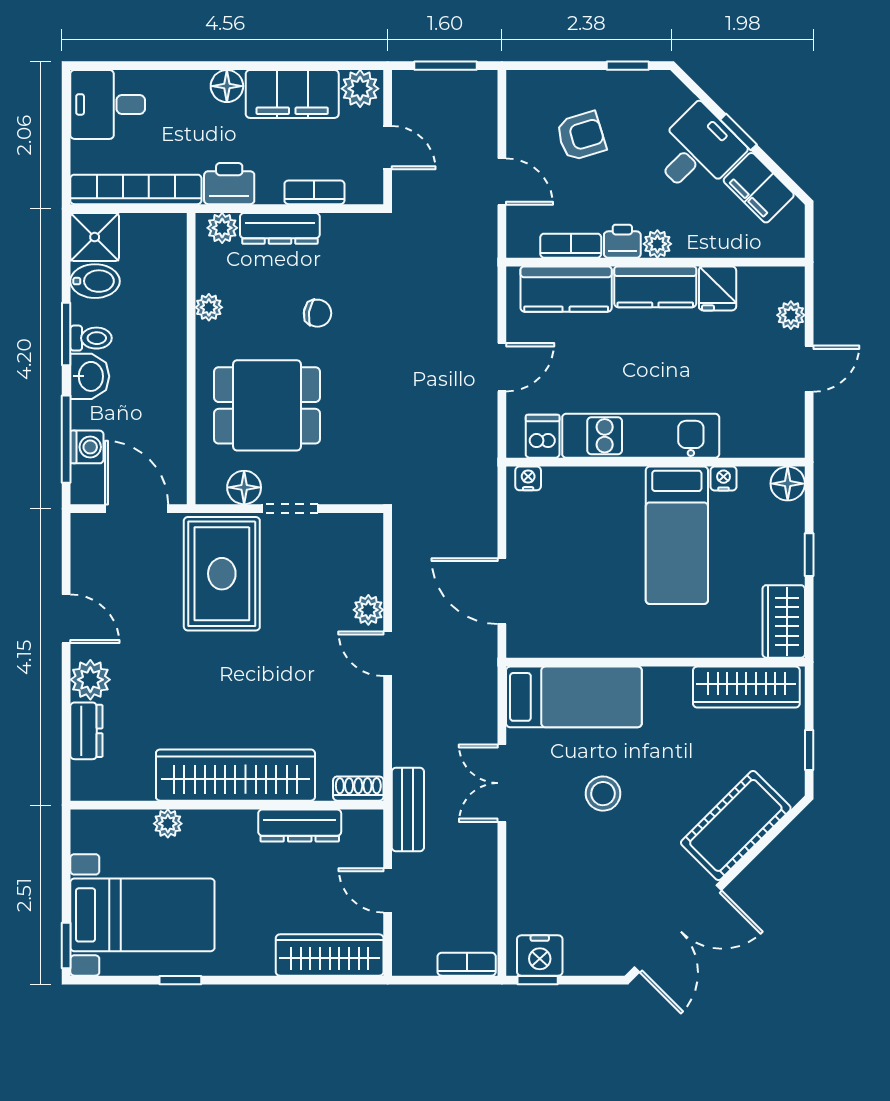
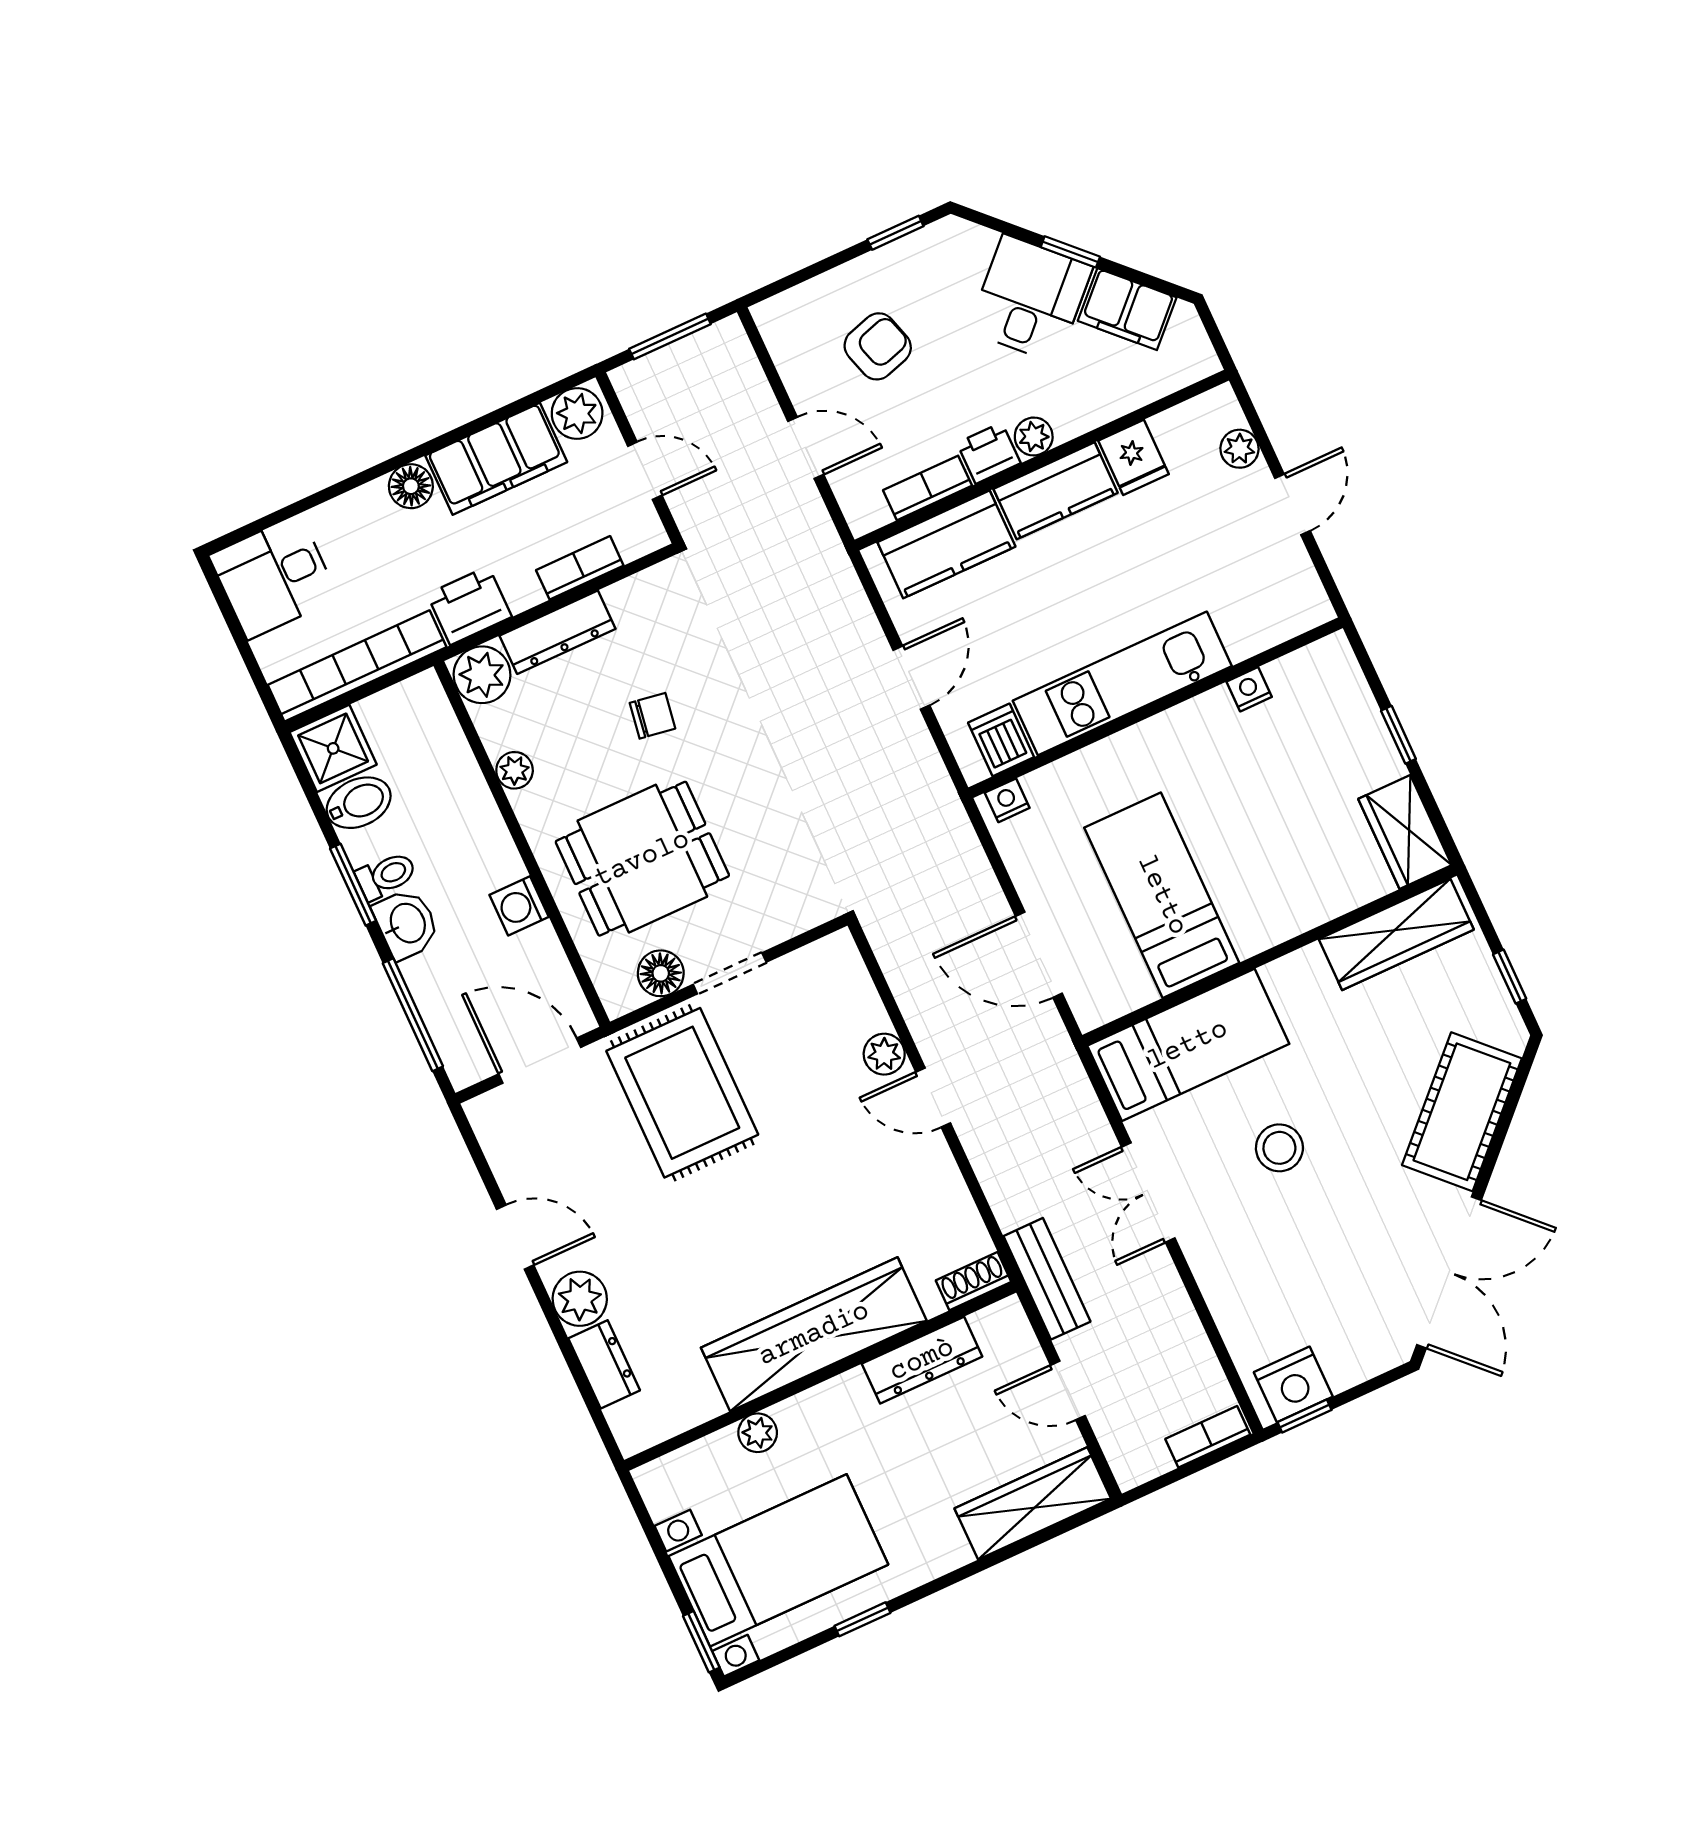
plant: (222, 228) -> (482, 675), width x1.38, depth x1.38
washing machine: (87, 447) -> (519, 906), moved, turned 180
floor lamp: (788, 484) -> (1331, 659), removed
bed: (677, 535) -> (1162, 895), moved, turned 180

